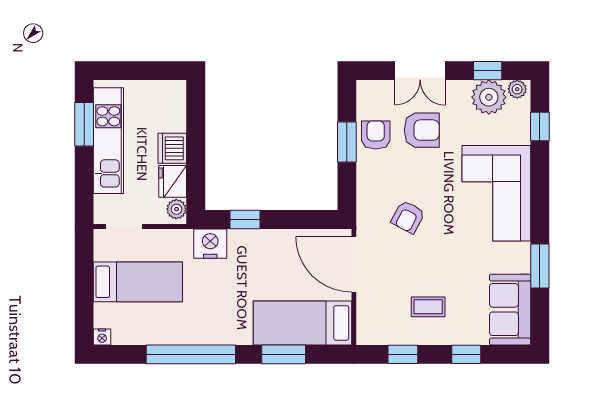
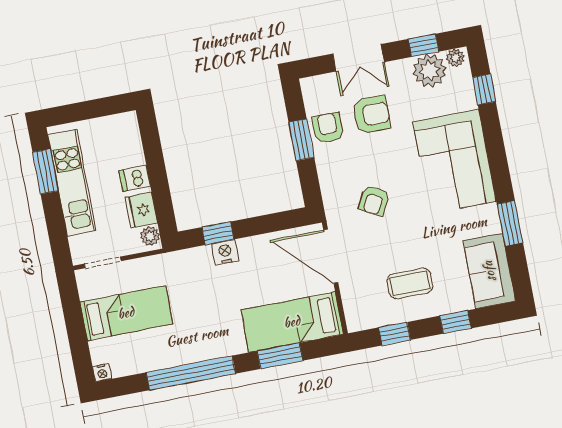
dishwasher: (172, 148) -> (135, 178), width x0.73
nightstand: (210, 244) -> (225, 252), moved, width x0.74, depth x0.75
coffee table: (428, 307) -> (410, 283), width x1.36, depth x1.30

